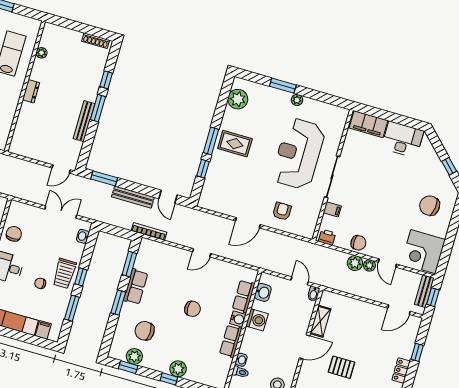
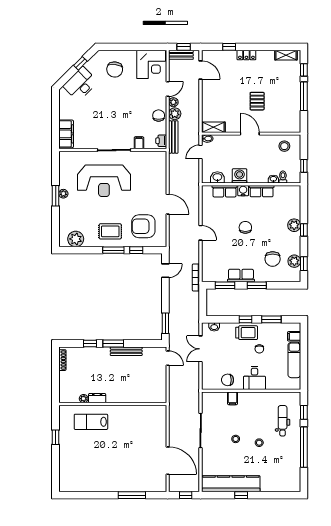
window: (283, 86) -> (56, 196), moved
dresser: (31, 91) -> (97, 398), moved
desk: (403, 139) -> (80, 84), moved, turned 45
rug: (235, 144) -> (110, 231), turned 90
bench: (133, 197) -> (173, 137), moved
armchair: (282, 211) -> (143, 226), moved, width x1.88, depth x1.88
shelving: (320, 321) -> (213, 127), moved

